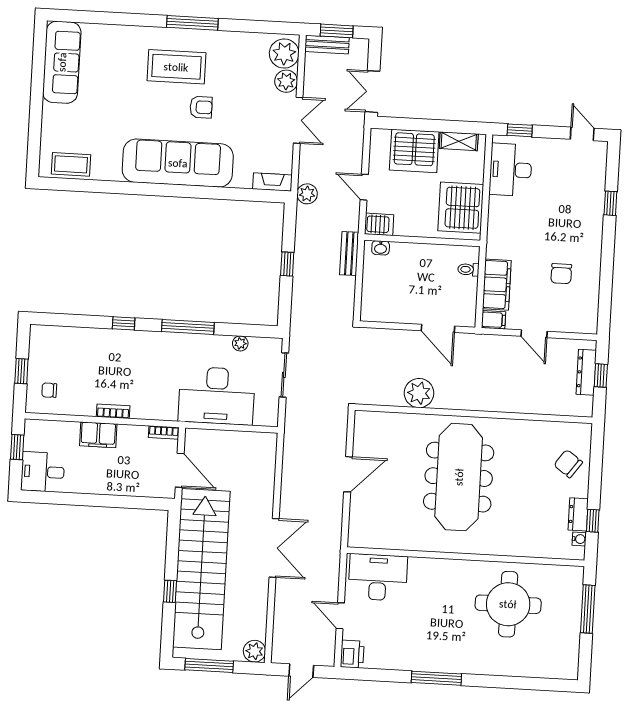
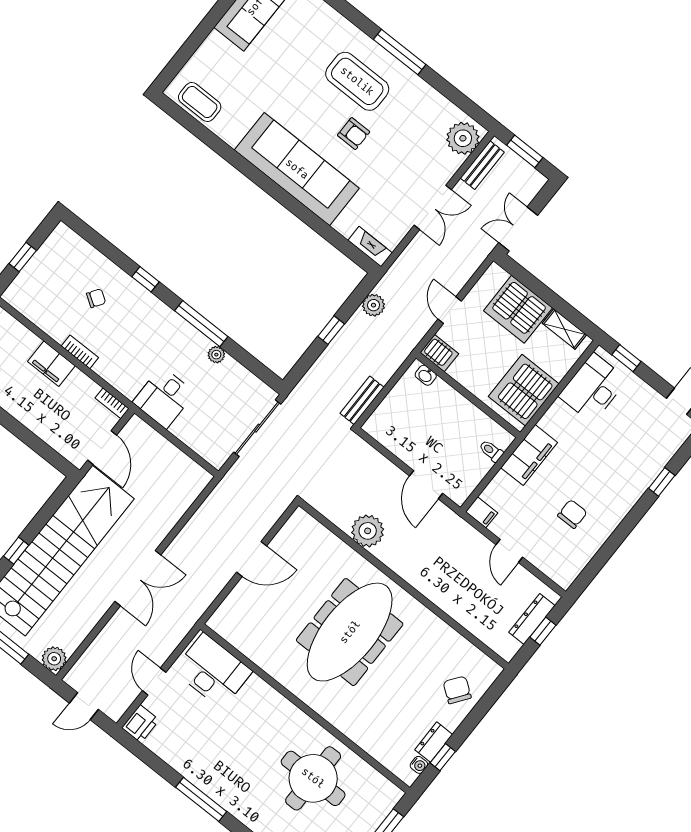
bench: (327, 45) -> (482, 165), moved, turned 90
plant: (286, 81) -> (447, 165), removed
plant: (307, 194) -> (373, 305), moved
bench: (349, 254) -> (362, 400), moved
chair: (561, 274) -> (572, 514), turned 180
filing cabinet: (497, 285) -> (529, 455), moved
plant: (240, 343) -> (216, 355), moved
sliding door: (284, 375) -> (257, 428), width x1.37
chair: (49, 390) -> (96, 298), moved, turned 123
desk: (217, 396) -> (164, 397), width x0.53, depth x0.77

